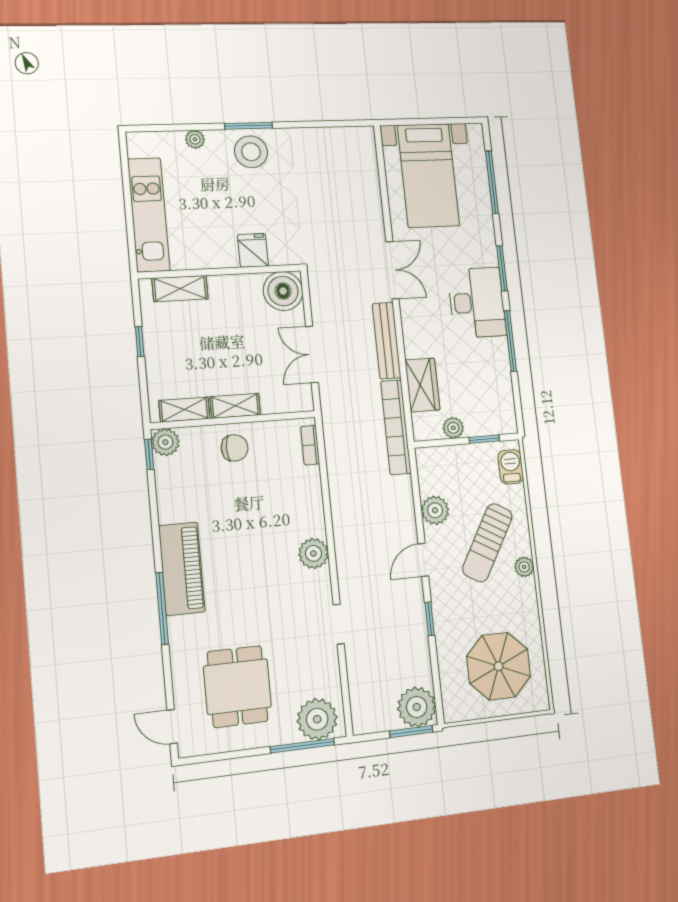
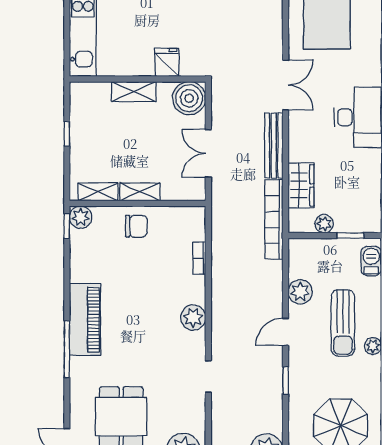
shelving: (180, 289) -> (134, 92), moved
bookcase: (310, 445) -> (199, 258), moved
sun lounger: (487, 543) -> (343, 323), turned -30

